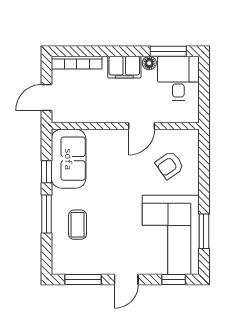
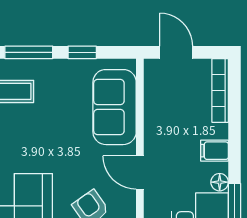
filing cabinet: (124, 67) -> (214, 151), width x0.50
sofa: (69, 159) -> (115, 107), moved, turned 90

